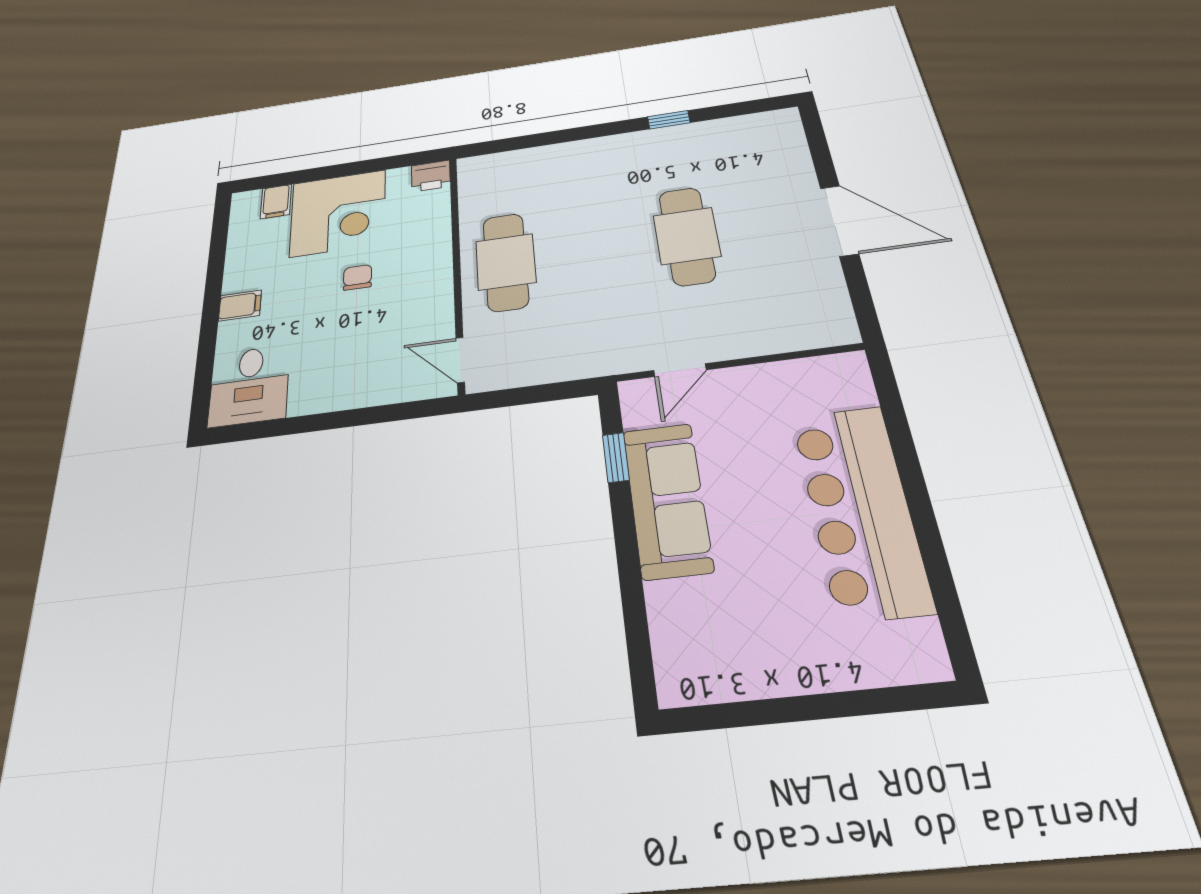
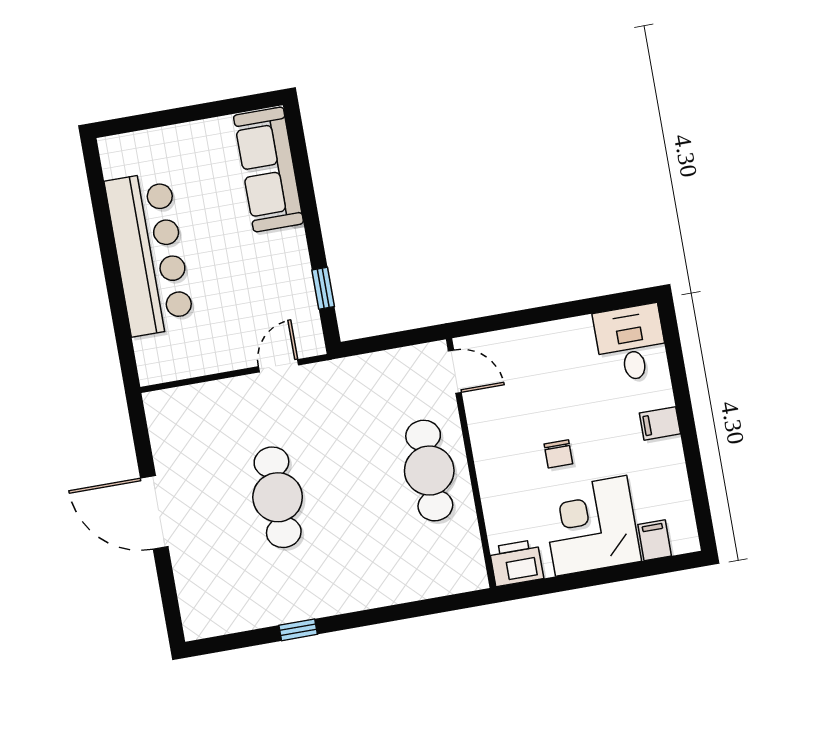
printer: (431, 176) -> (516, 563), width x1.36, depth x1.24
sofa: (667, 500) -> (268, 169), moved

